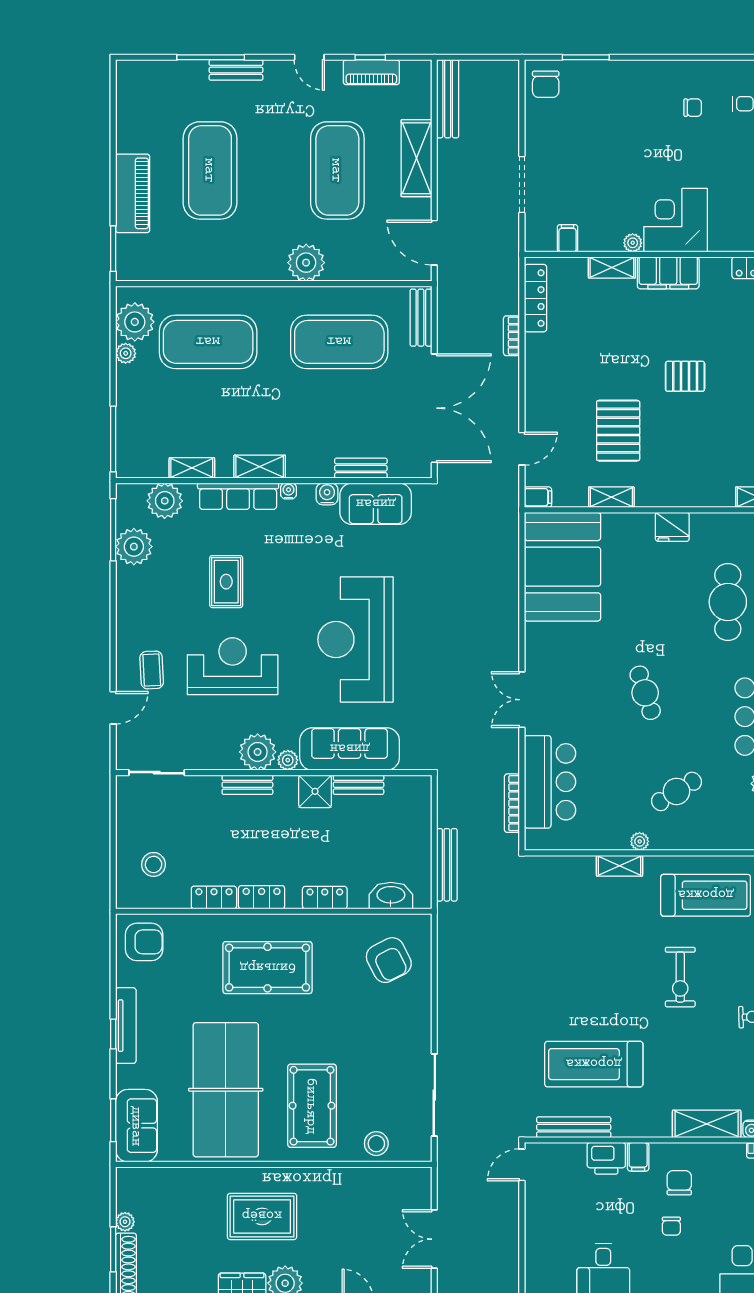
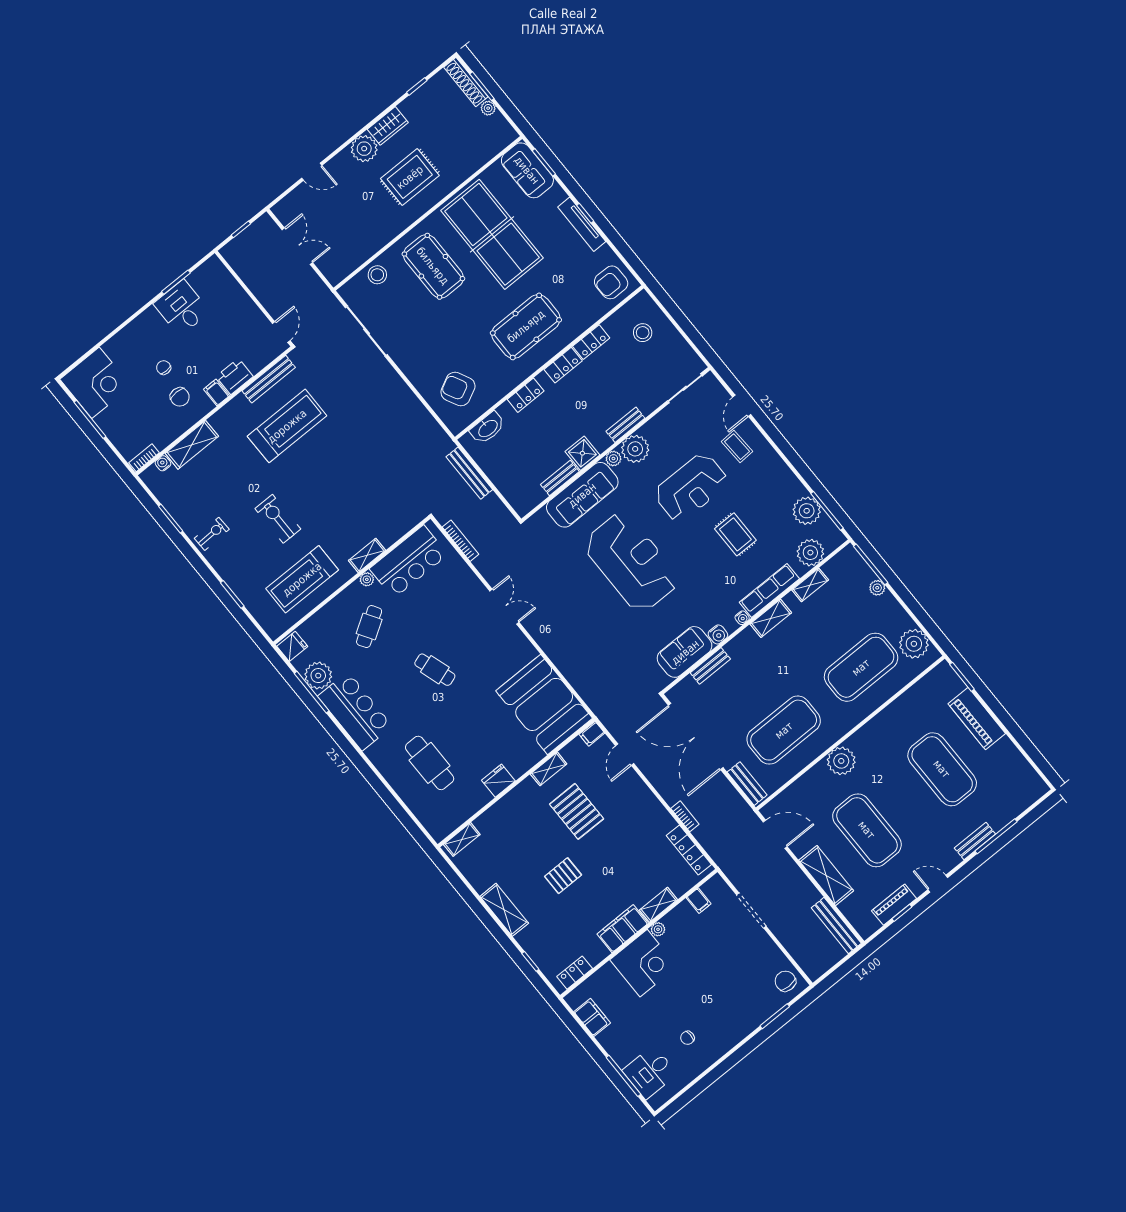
plant: (126, 353) -> (877, 588), moved
bar counter: (550, 782) -> (409, 562), moved, turned -90

